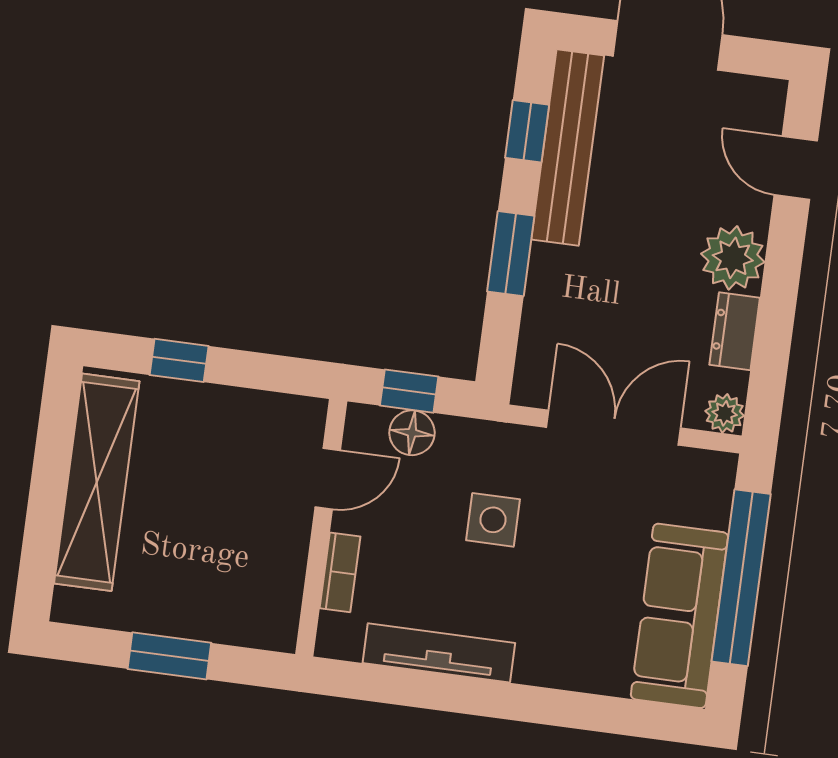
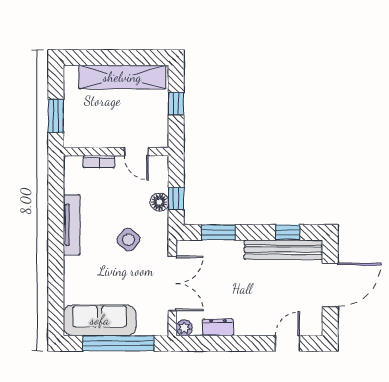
window: (511, 254) -> (218, 232), moved
plant: (733, 258) -> (248, 323), removed
door: (328, 479) -> (136, 152), moved
side table: (493, 520) -> (128, 240), turned 38
wall: (321, 528) -> (116, 152), moved
bookcase: (340, 572) -> (99, 162), moved

